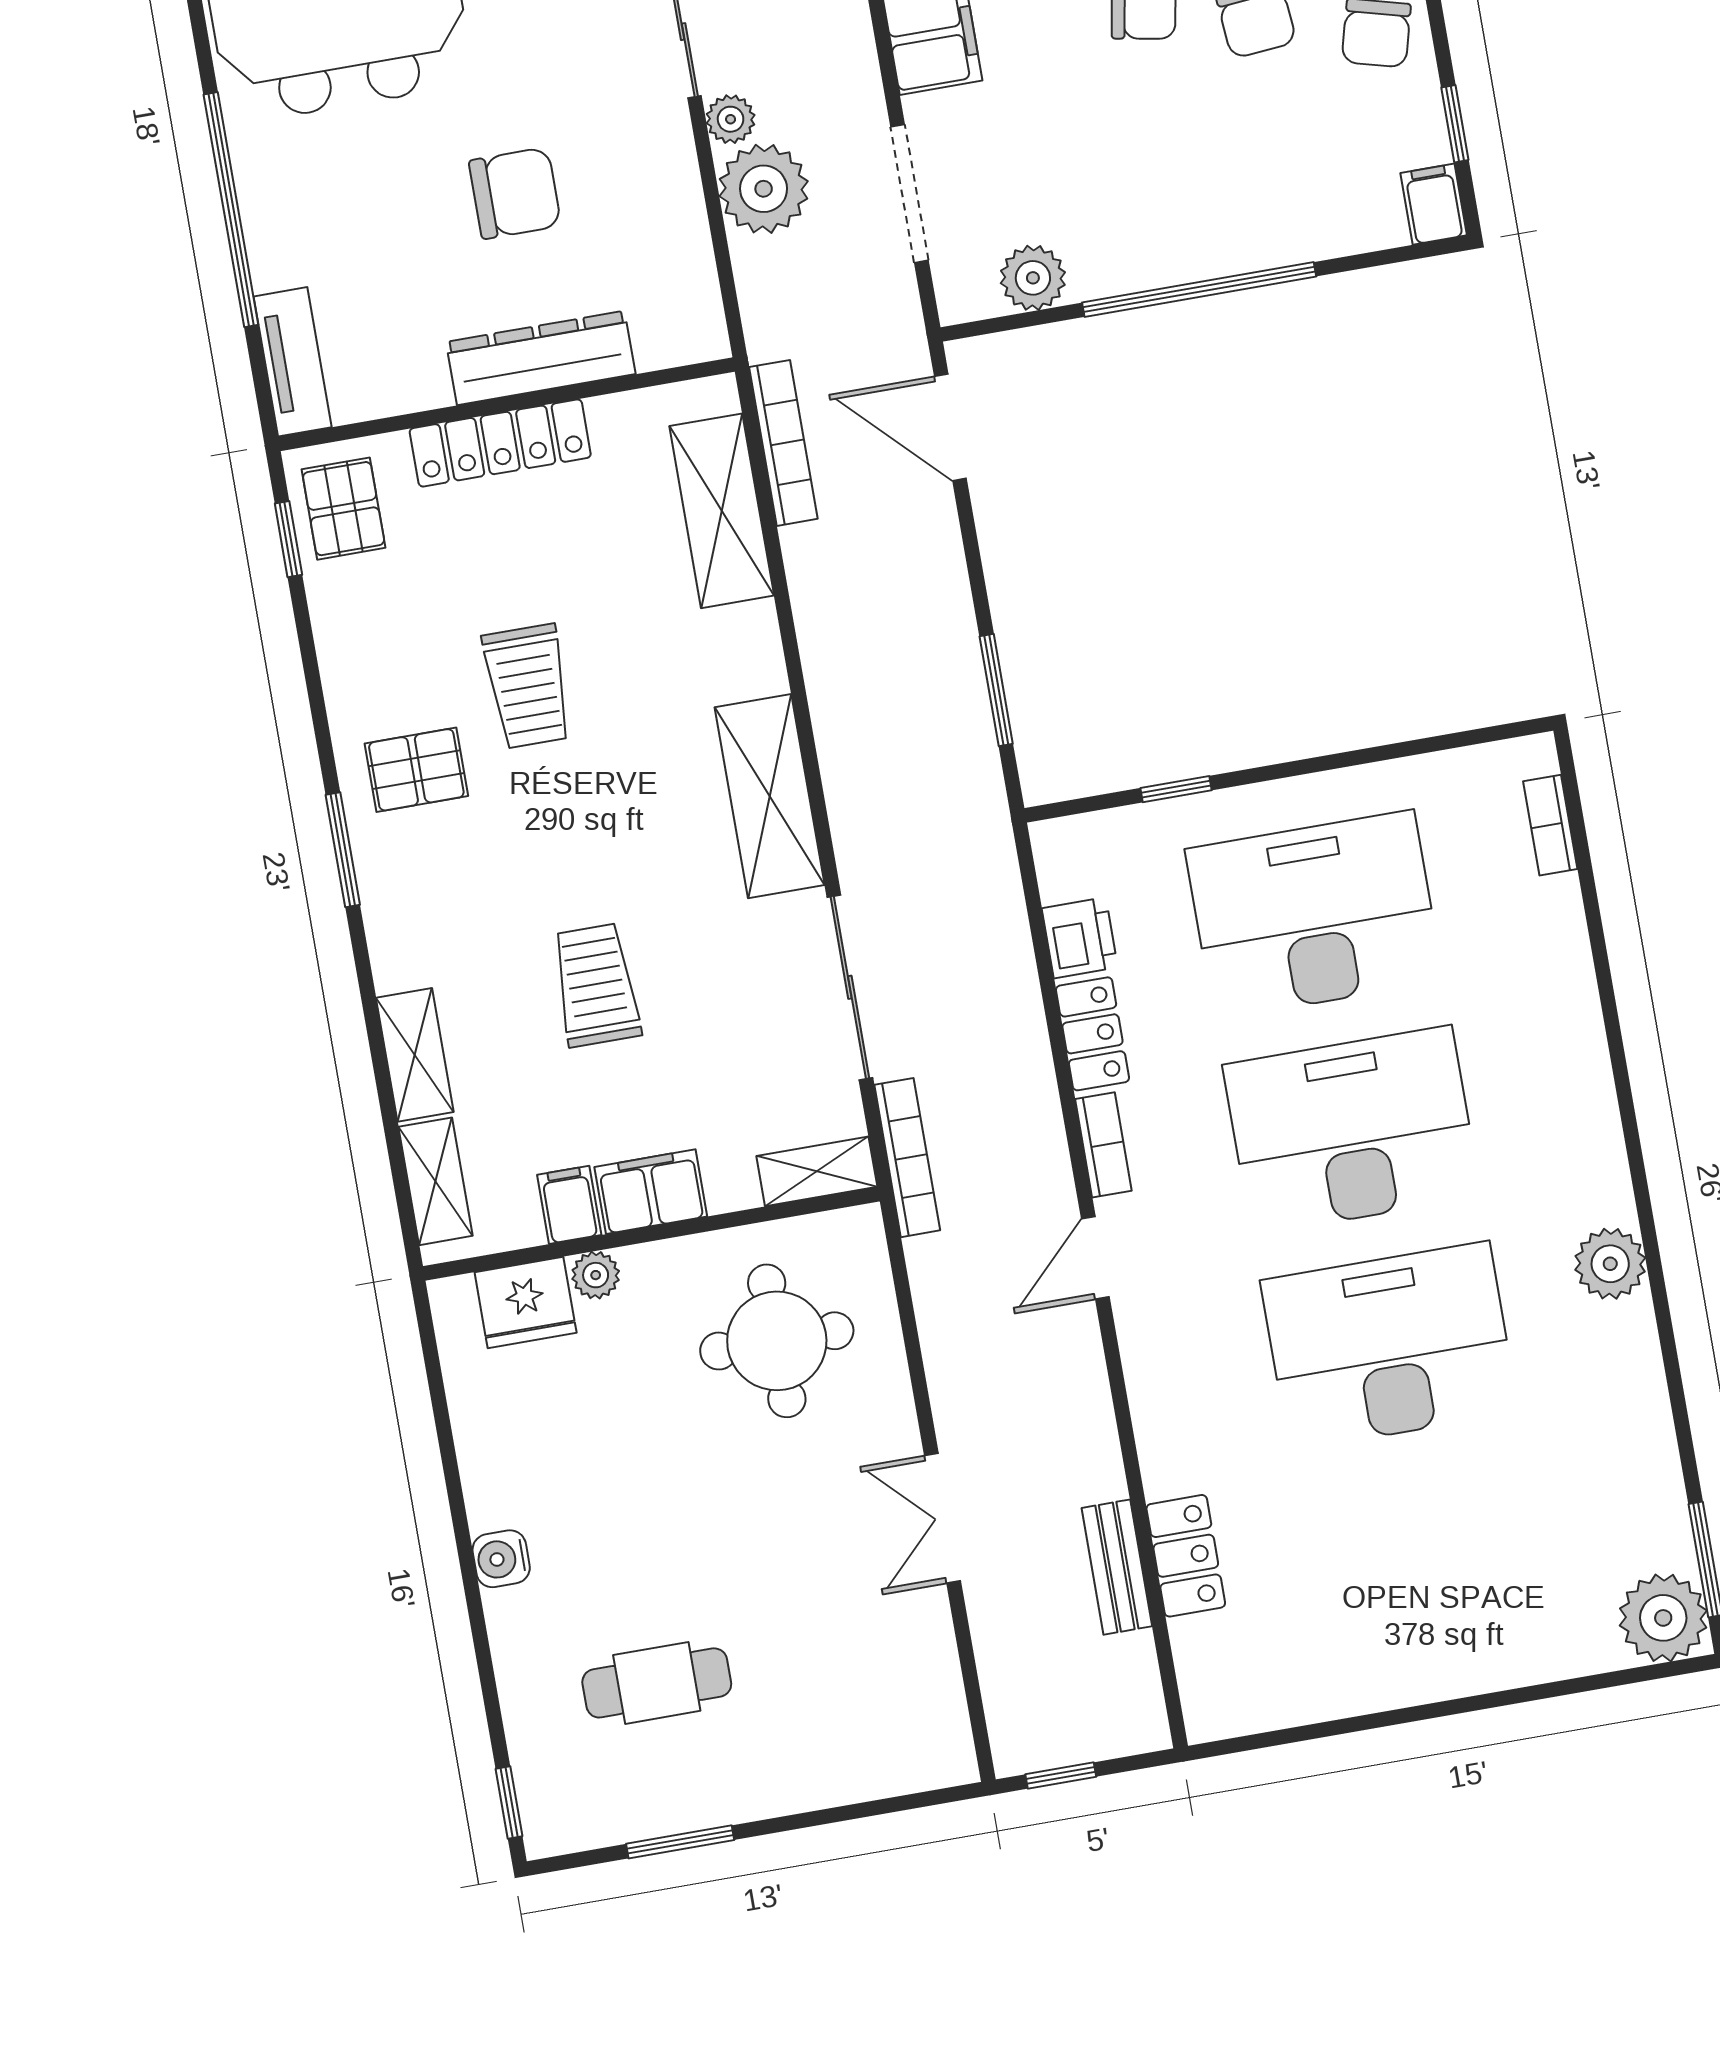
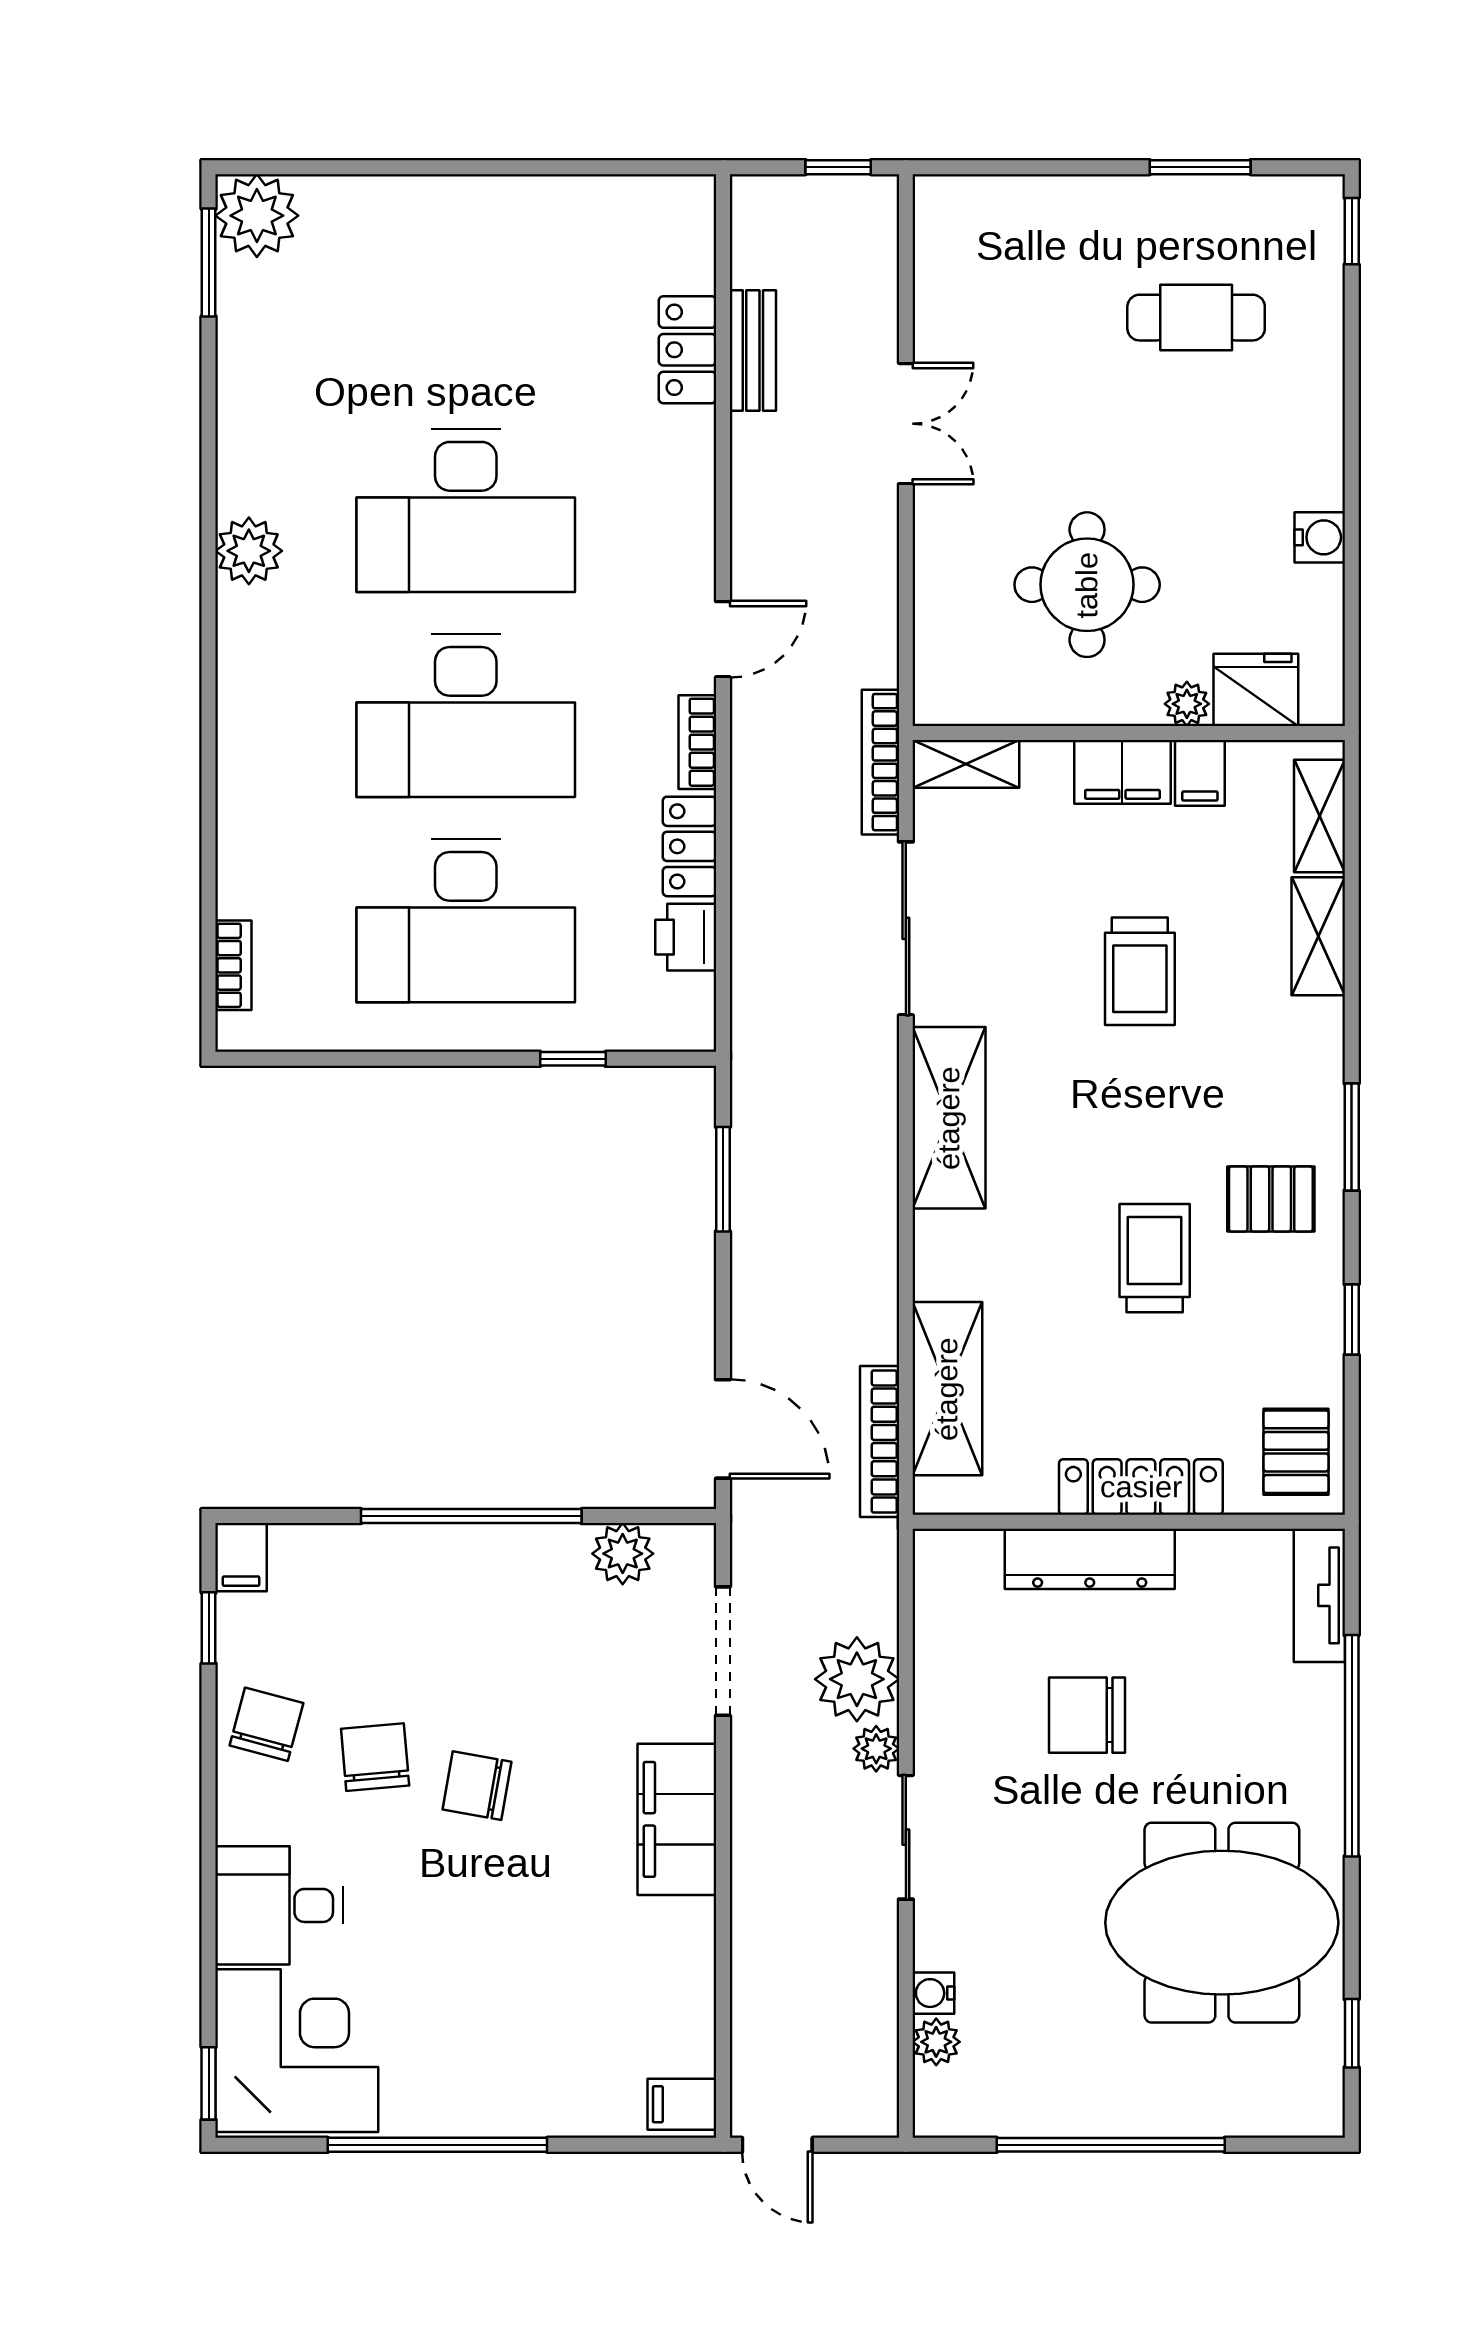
window: (288, 539) -> (1352, 1319), moved
round table: (777, 1341) -> (1087, 585), moved
water cooler: (501, 1559) -> (1320, 537), moved

